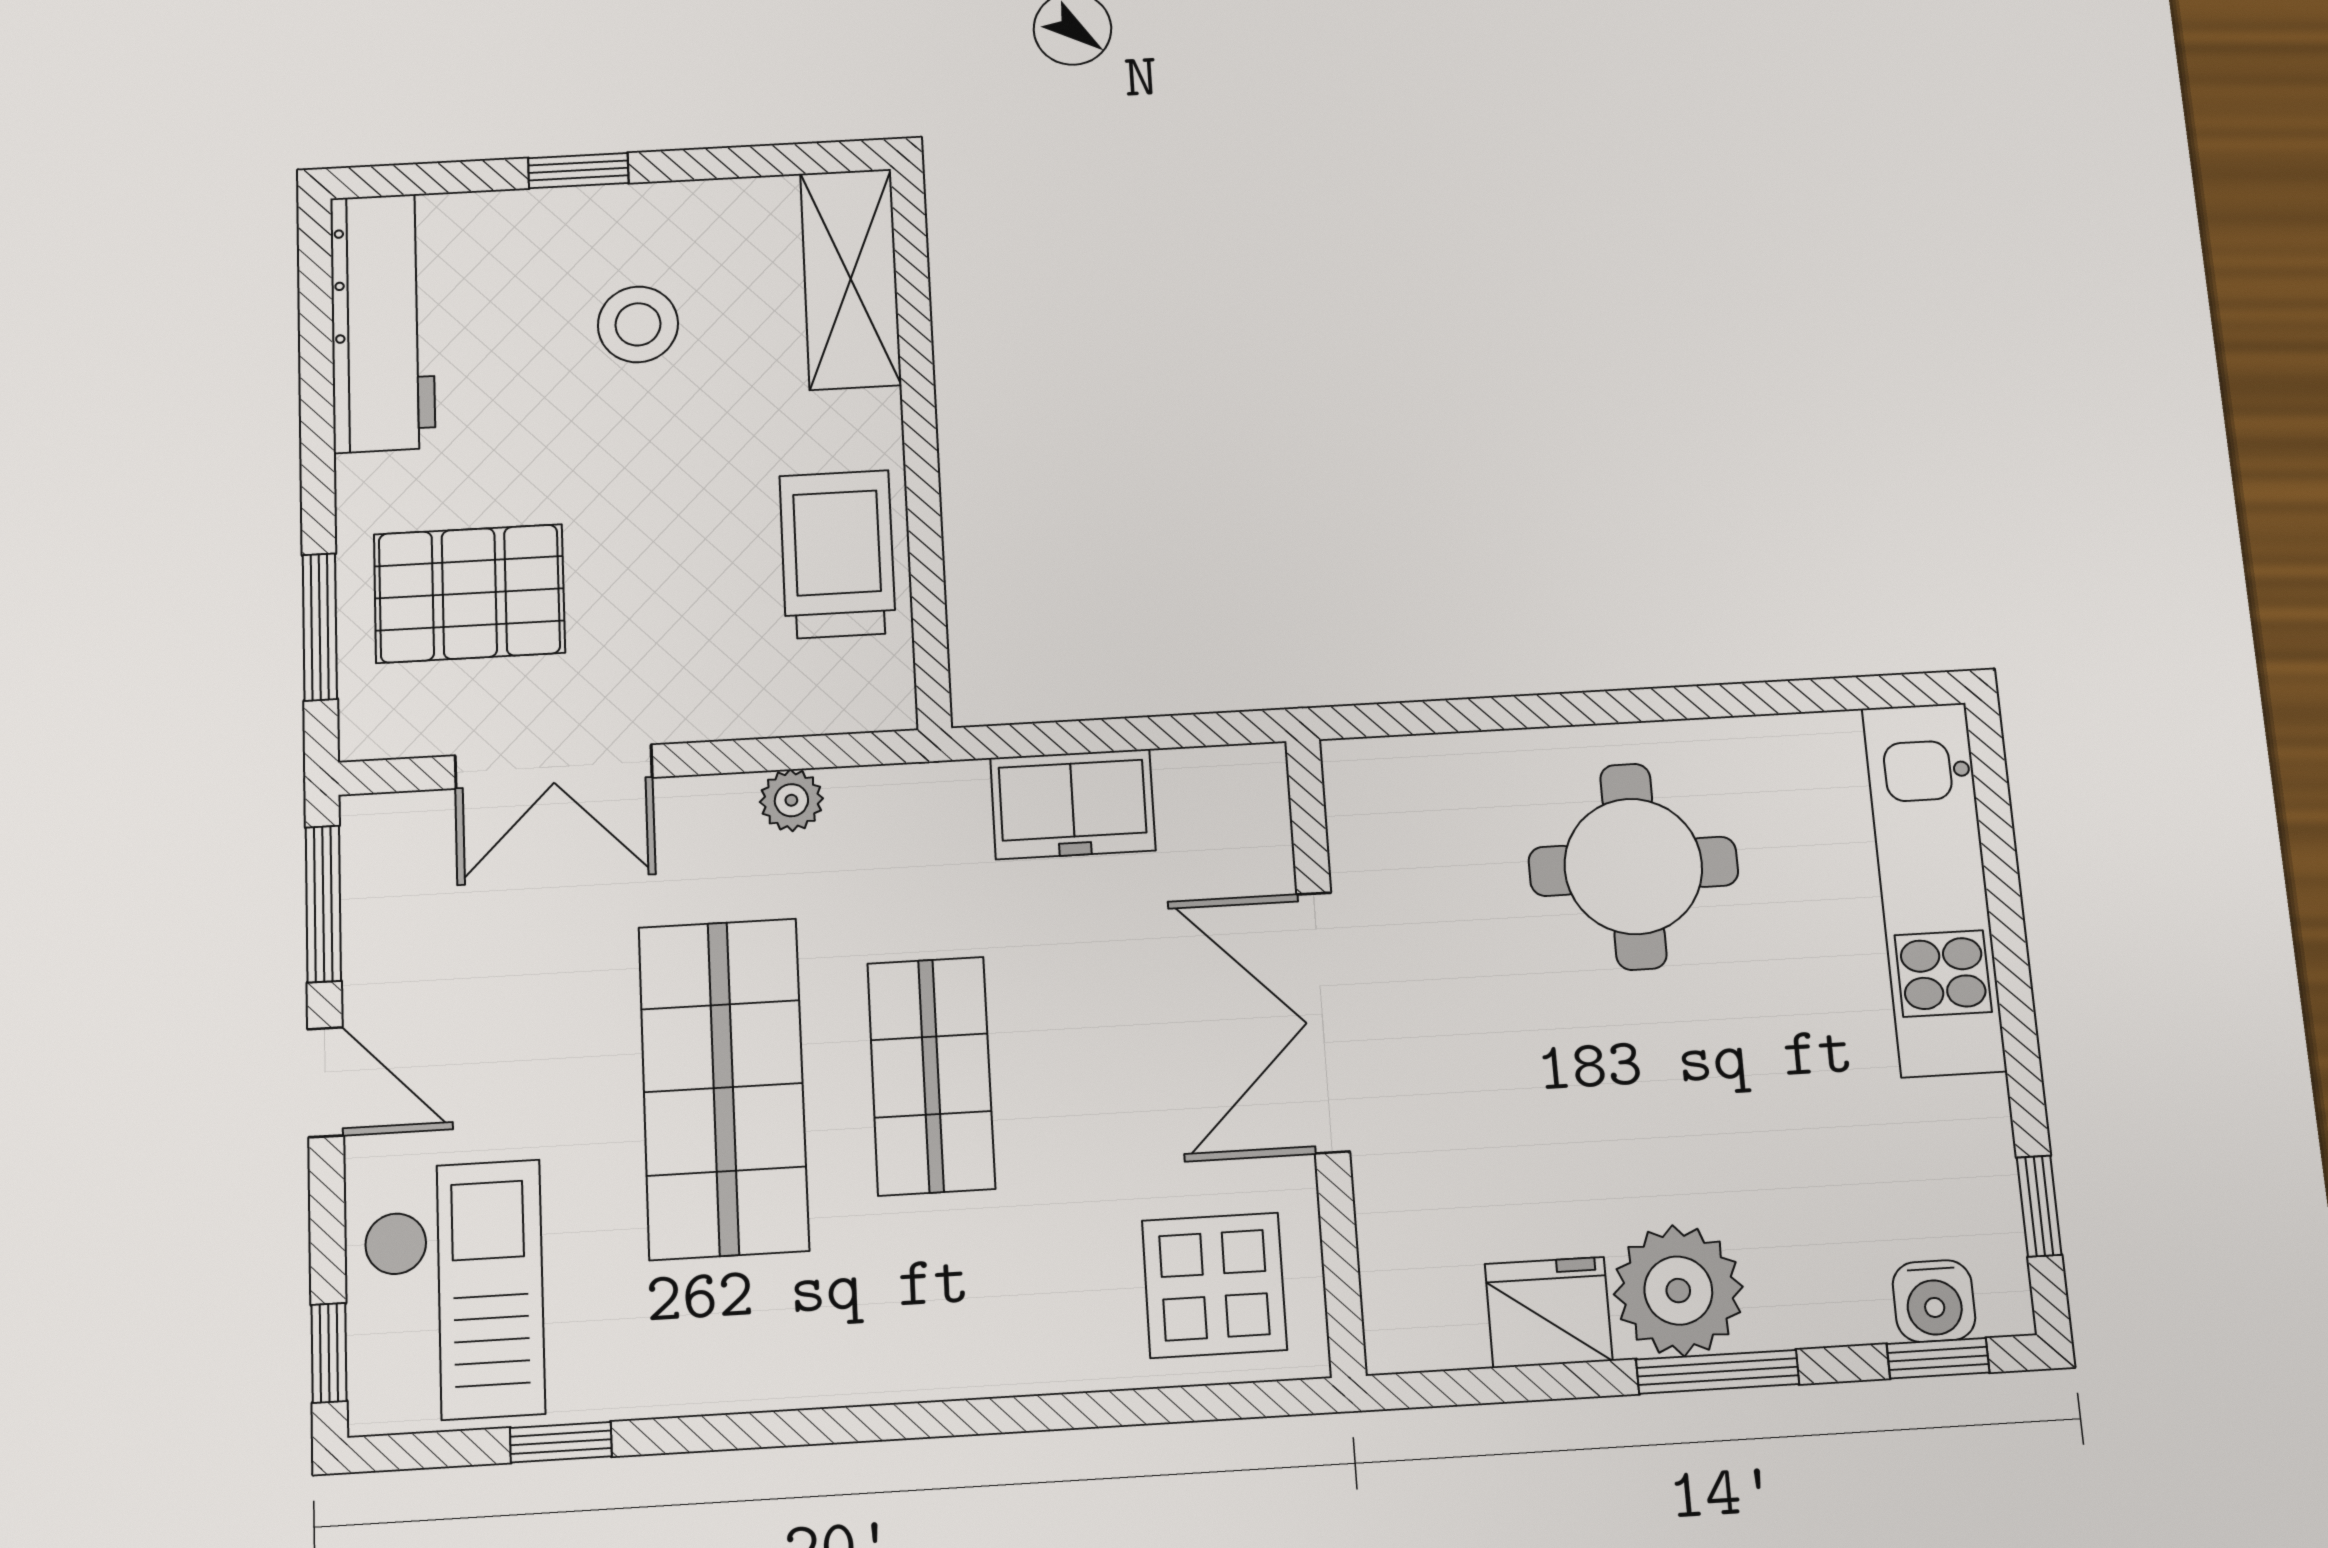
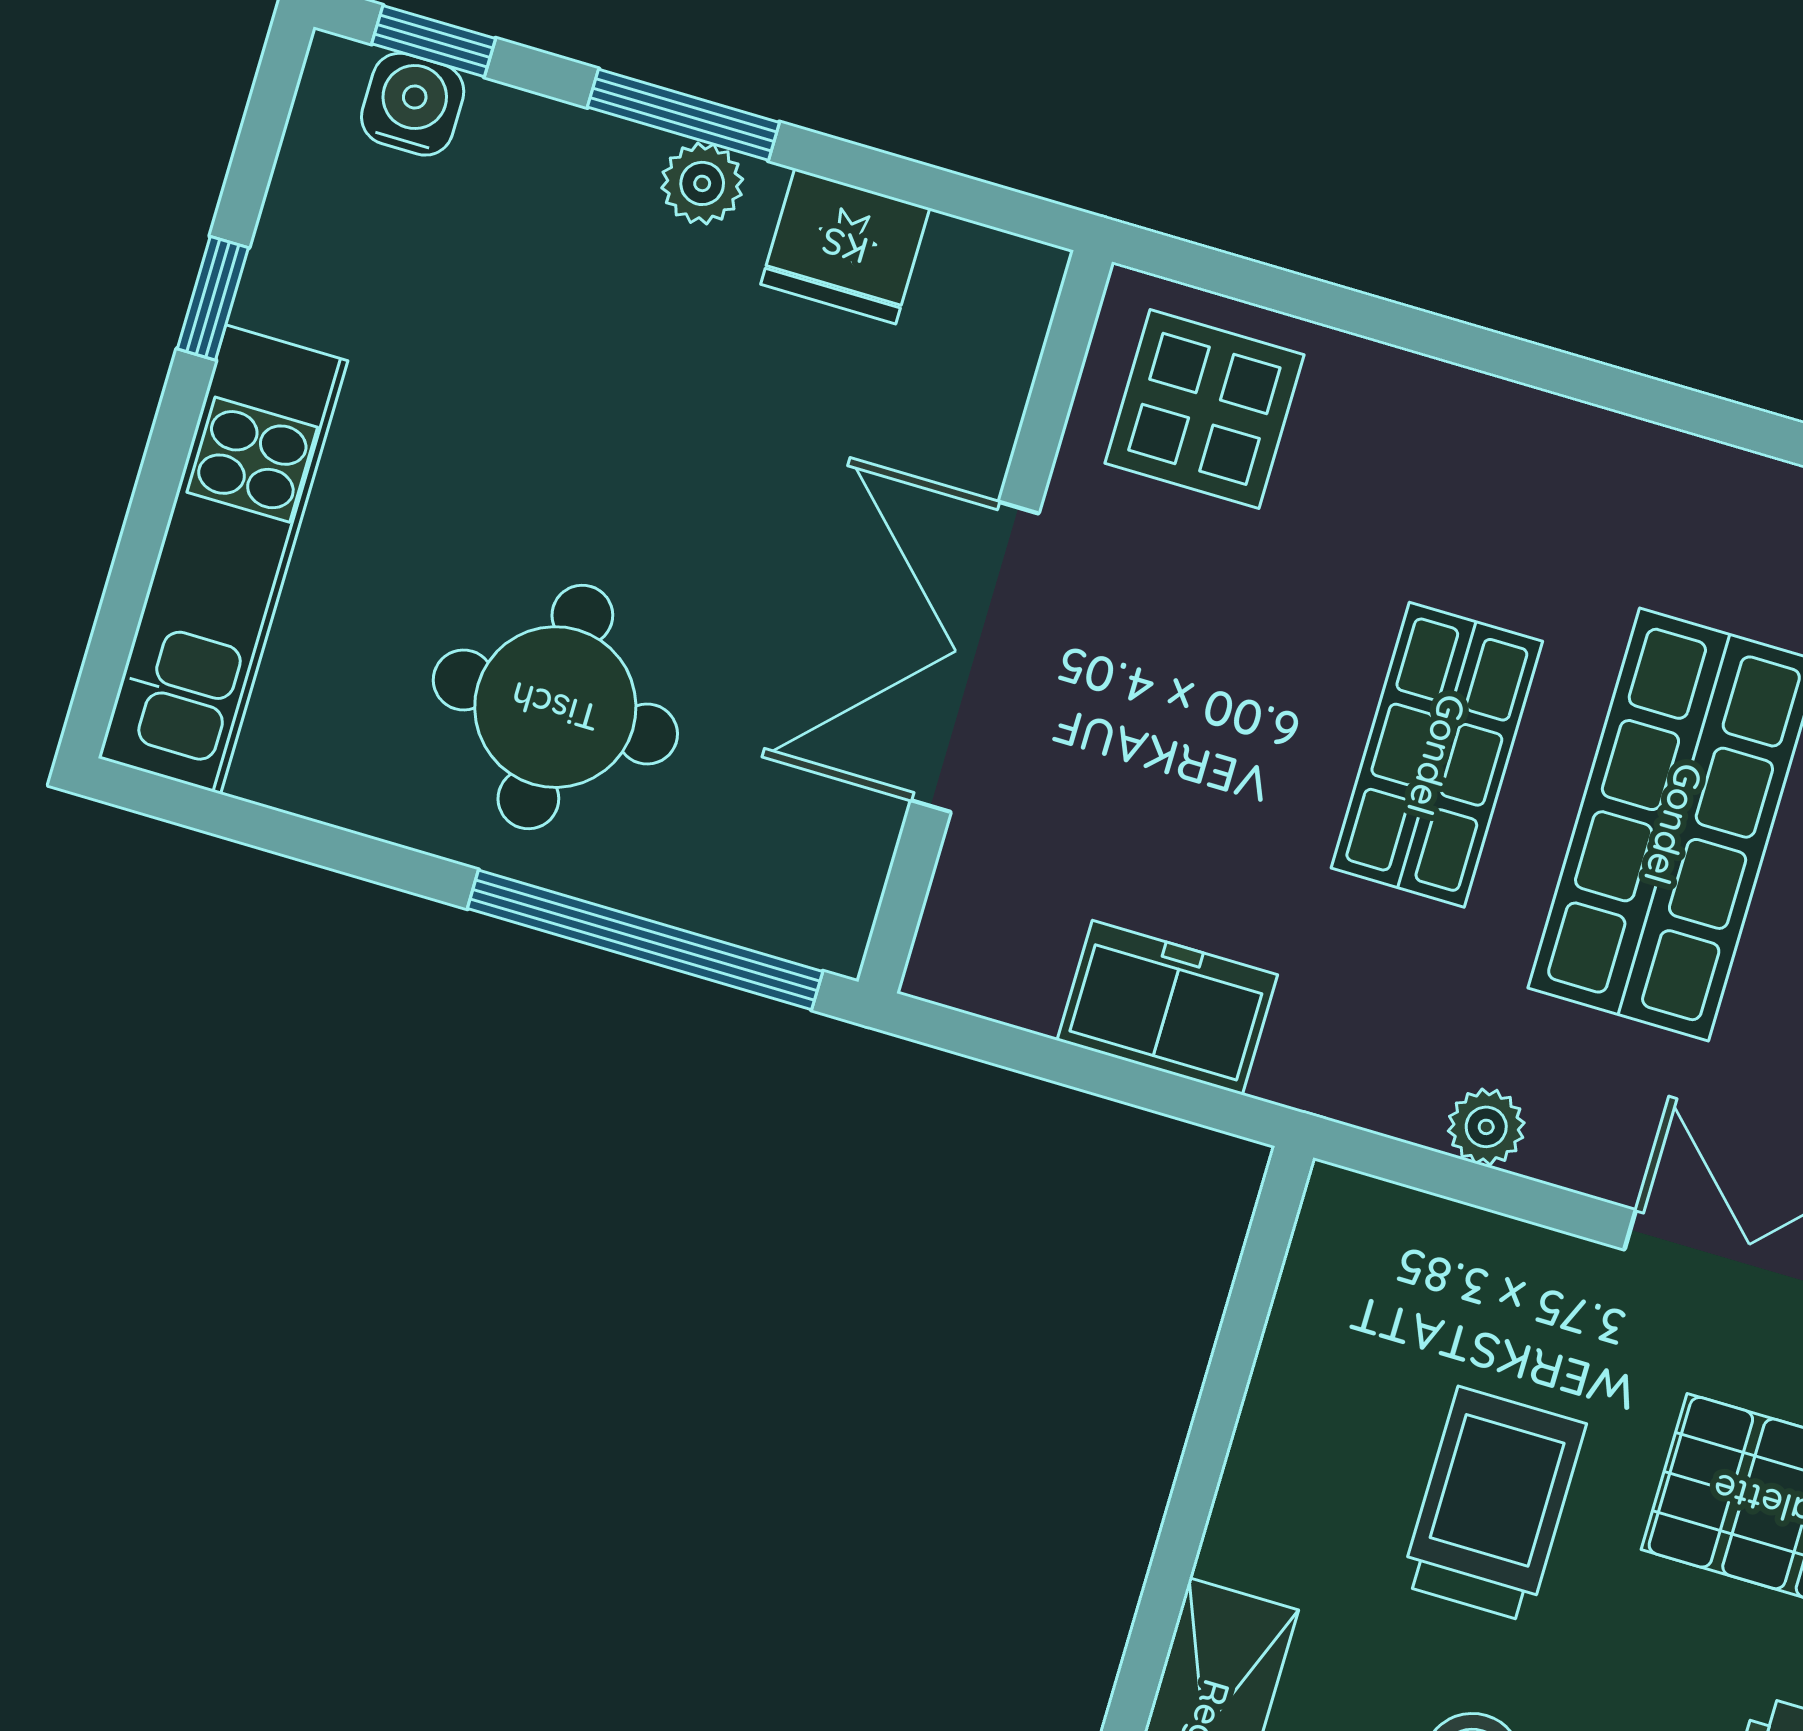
trolley: (837, 554) -> (1493, 1504), moved, turned 180
window: (1495, 713) -> (645, 940), added
double door: (1323, 1022) -> (975, 657), swing flipped
window: (2039, 1206) -> (213, 298), moved
plant: (1678, 1291) -> (702, 183), width x0.53, depth x0.53

